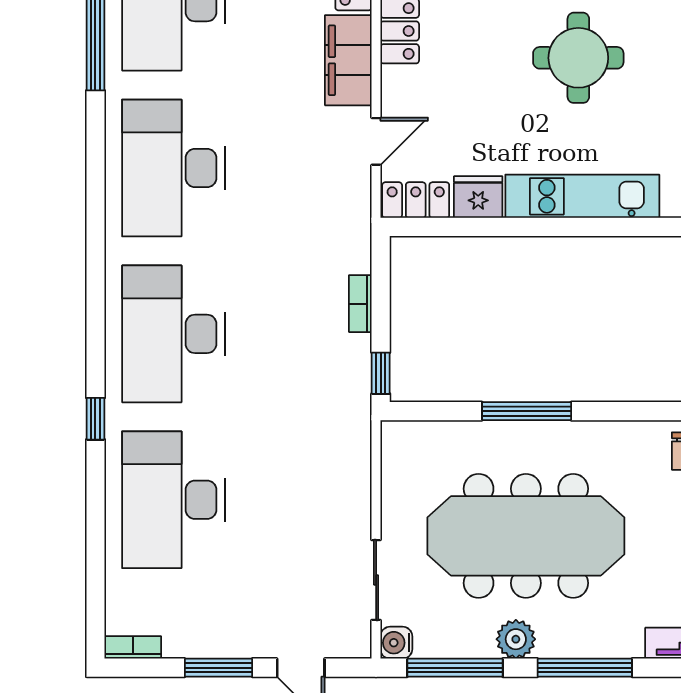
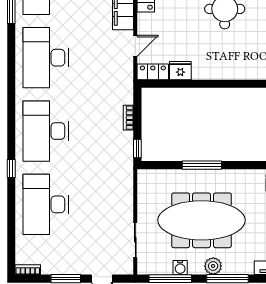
kitchen unit: (582, 196) -> (226, 70), removed
plant: (516, 639) -> (213, 266), moved
water cooler: (396, 643) -> (180, 268), moved, turned -90

